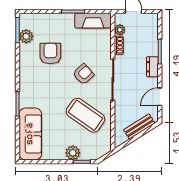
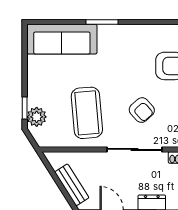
coffee table: (85, 115) -> (87, 113), turned -40
plant: (73, 153) -> (37, 117), moved

